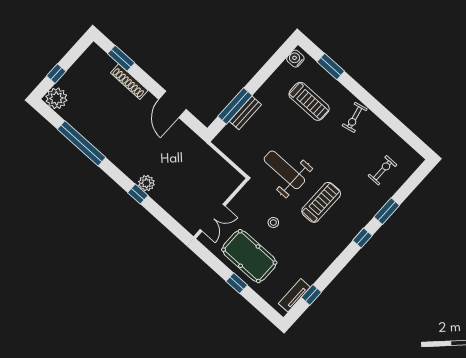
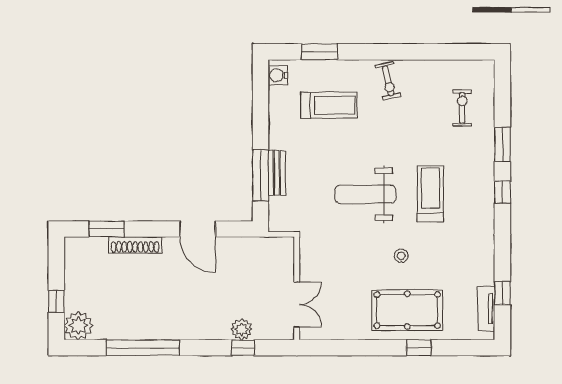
wall: (221, 208) -> (297, 288), moved
double door: (213, 218) -> (297, 305), moved

